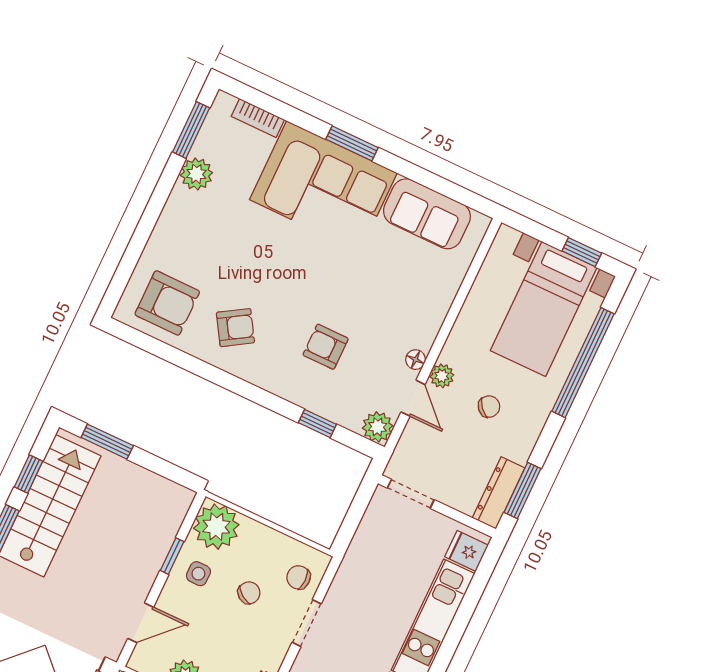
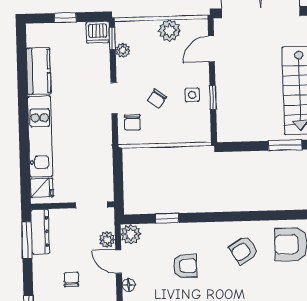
plant: (442, 376) -> (107, 240), moved
chair: (489, 407) -> (71, 279), turned 131
plant: (216, 527) -> (196, 128), removed
chair: (299, 577) -> (132, 122), turned 90

